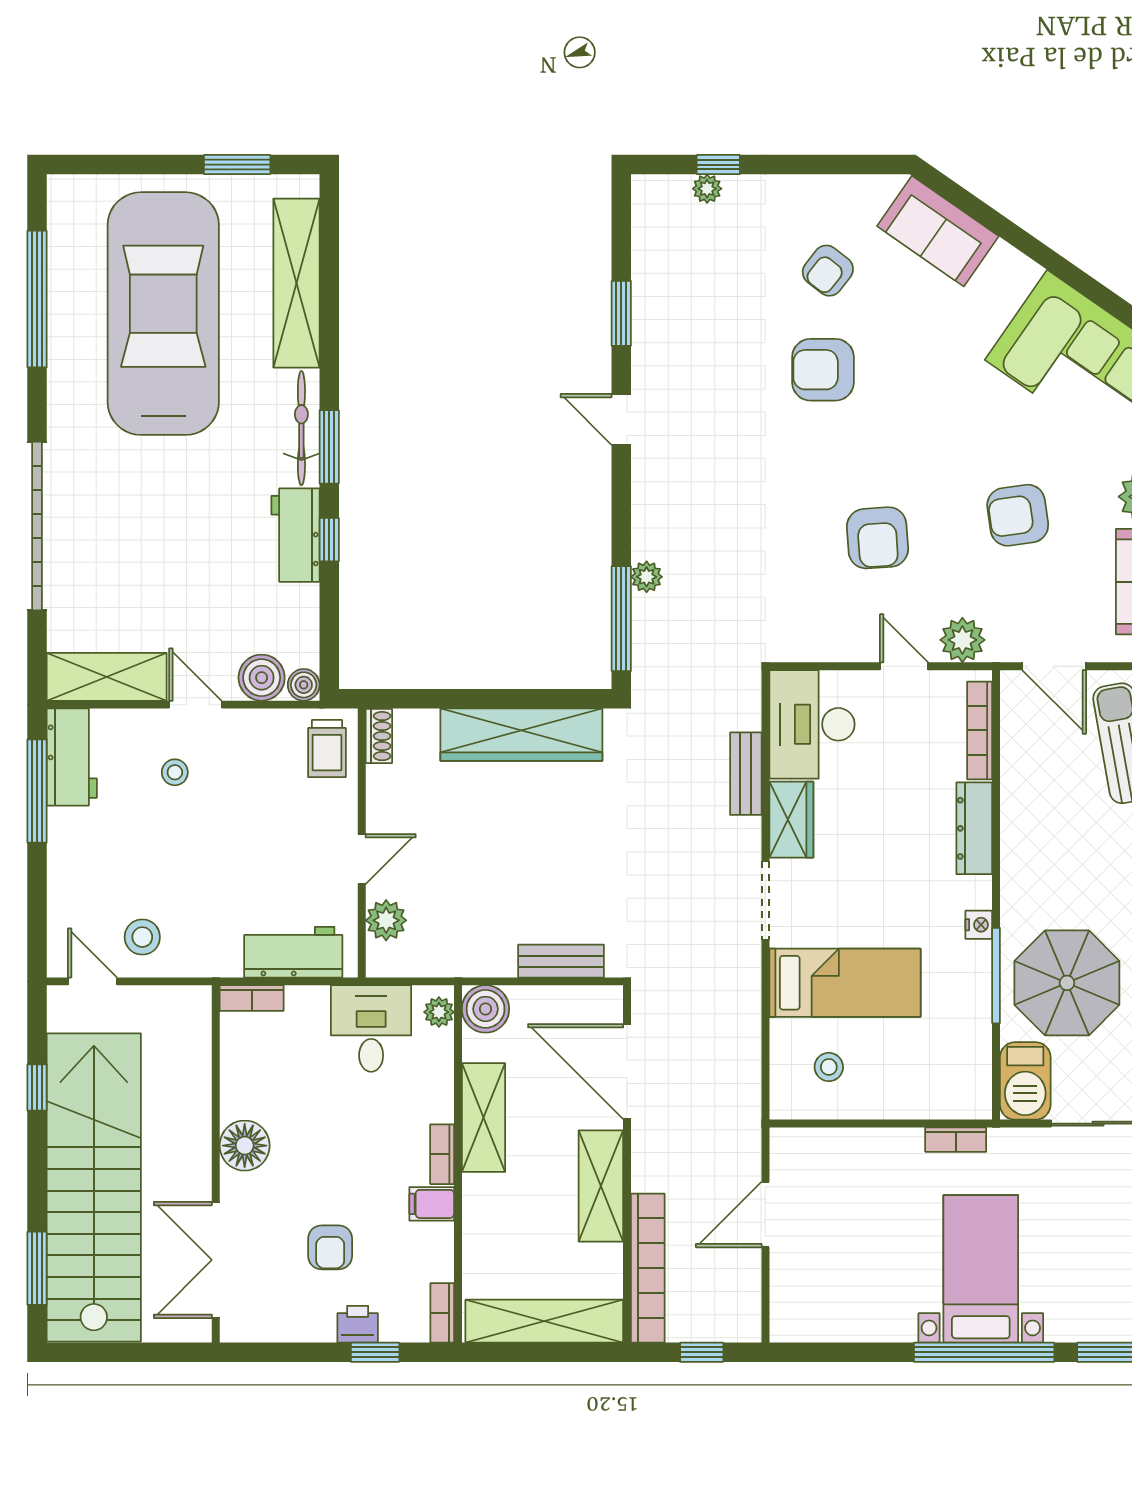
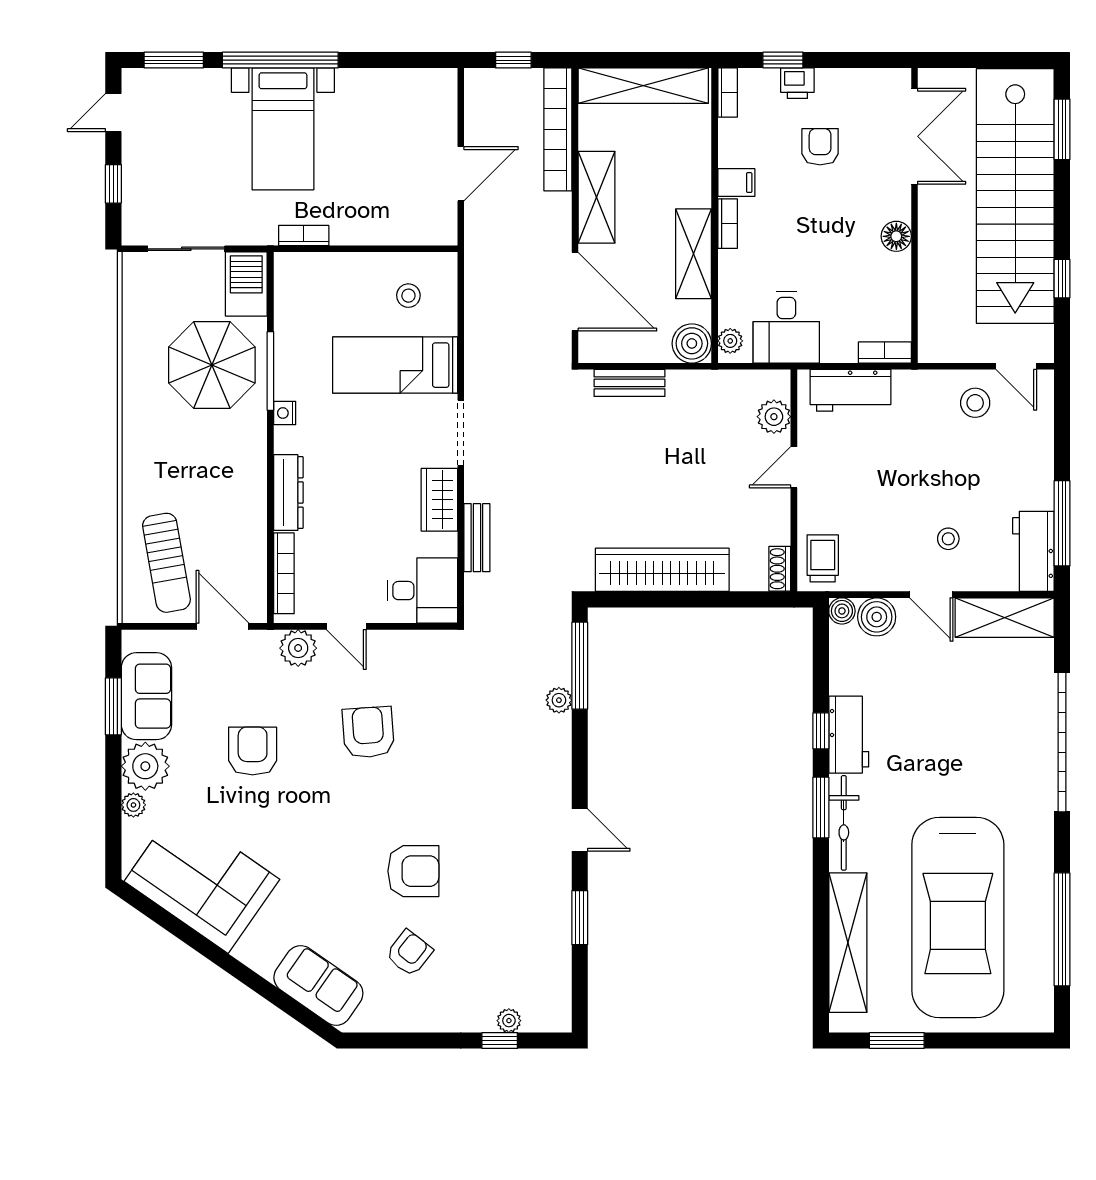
armchair: (1018, 515) -> (253, 751), turned -82
desk: (812, 724) -> (422, 591), width x0.73
floor lamp: (245, 1146) -> (896, 236), width x0.73, depth x0.73

